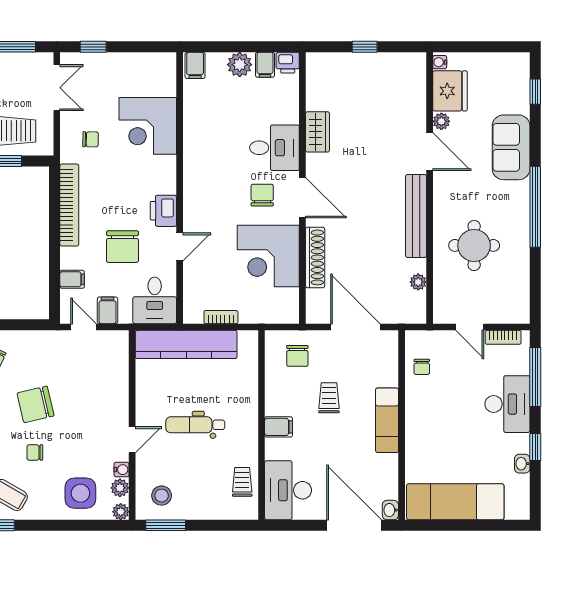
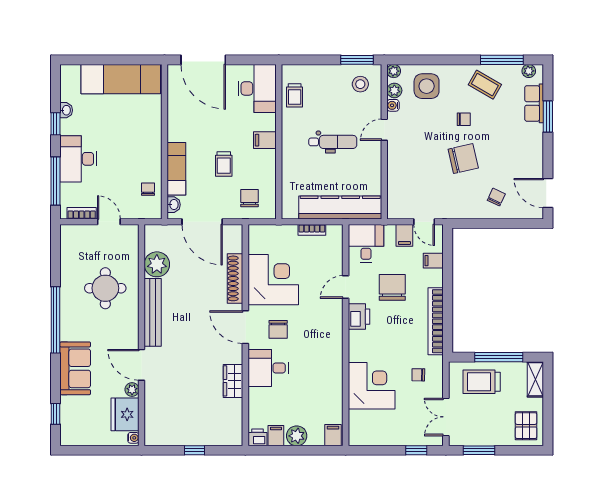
plant: (418, 282) -> (157, 264), width x1.88, depth x1.88
exam couch: (387, 420) -> (176, 169), moved
washbasin: (390, 510) -> (174, 205), moved

